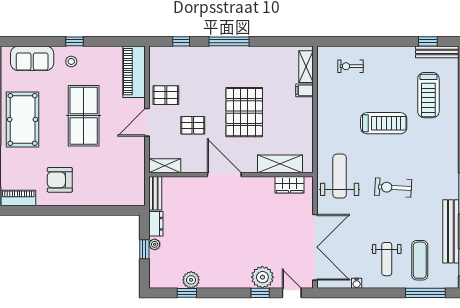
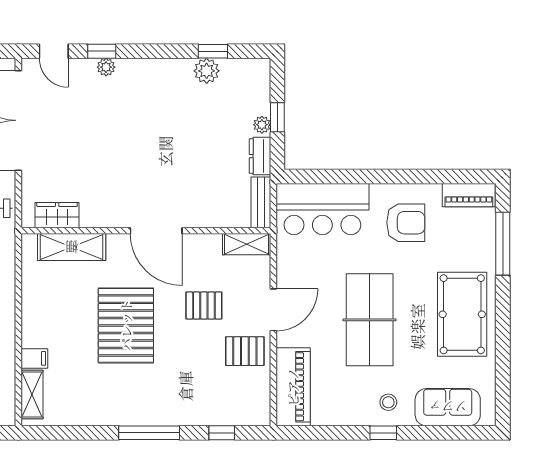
bar counter: (115, 189) -> (322, 209), added
plant: (262, 277) -> (106, 67), width x0.53, depth x0.53

